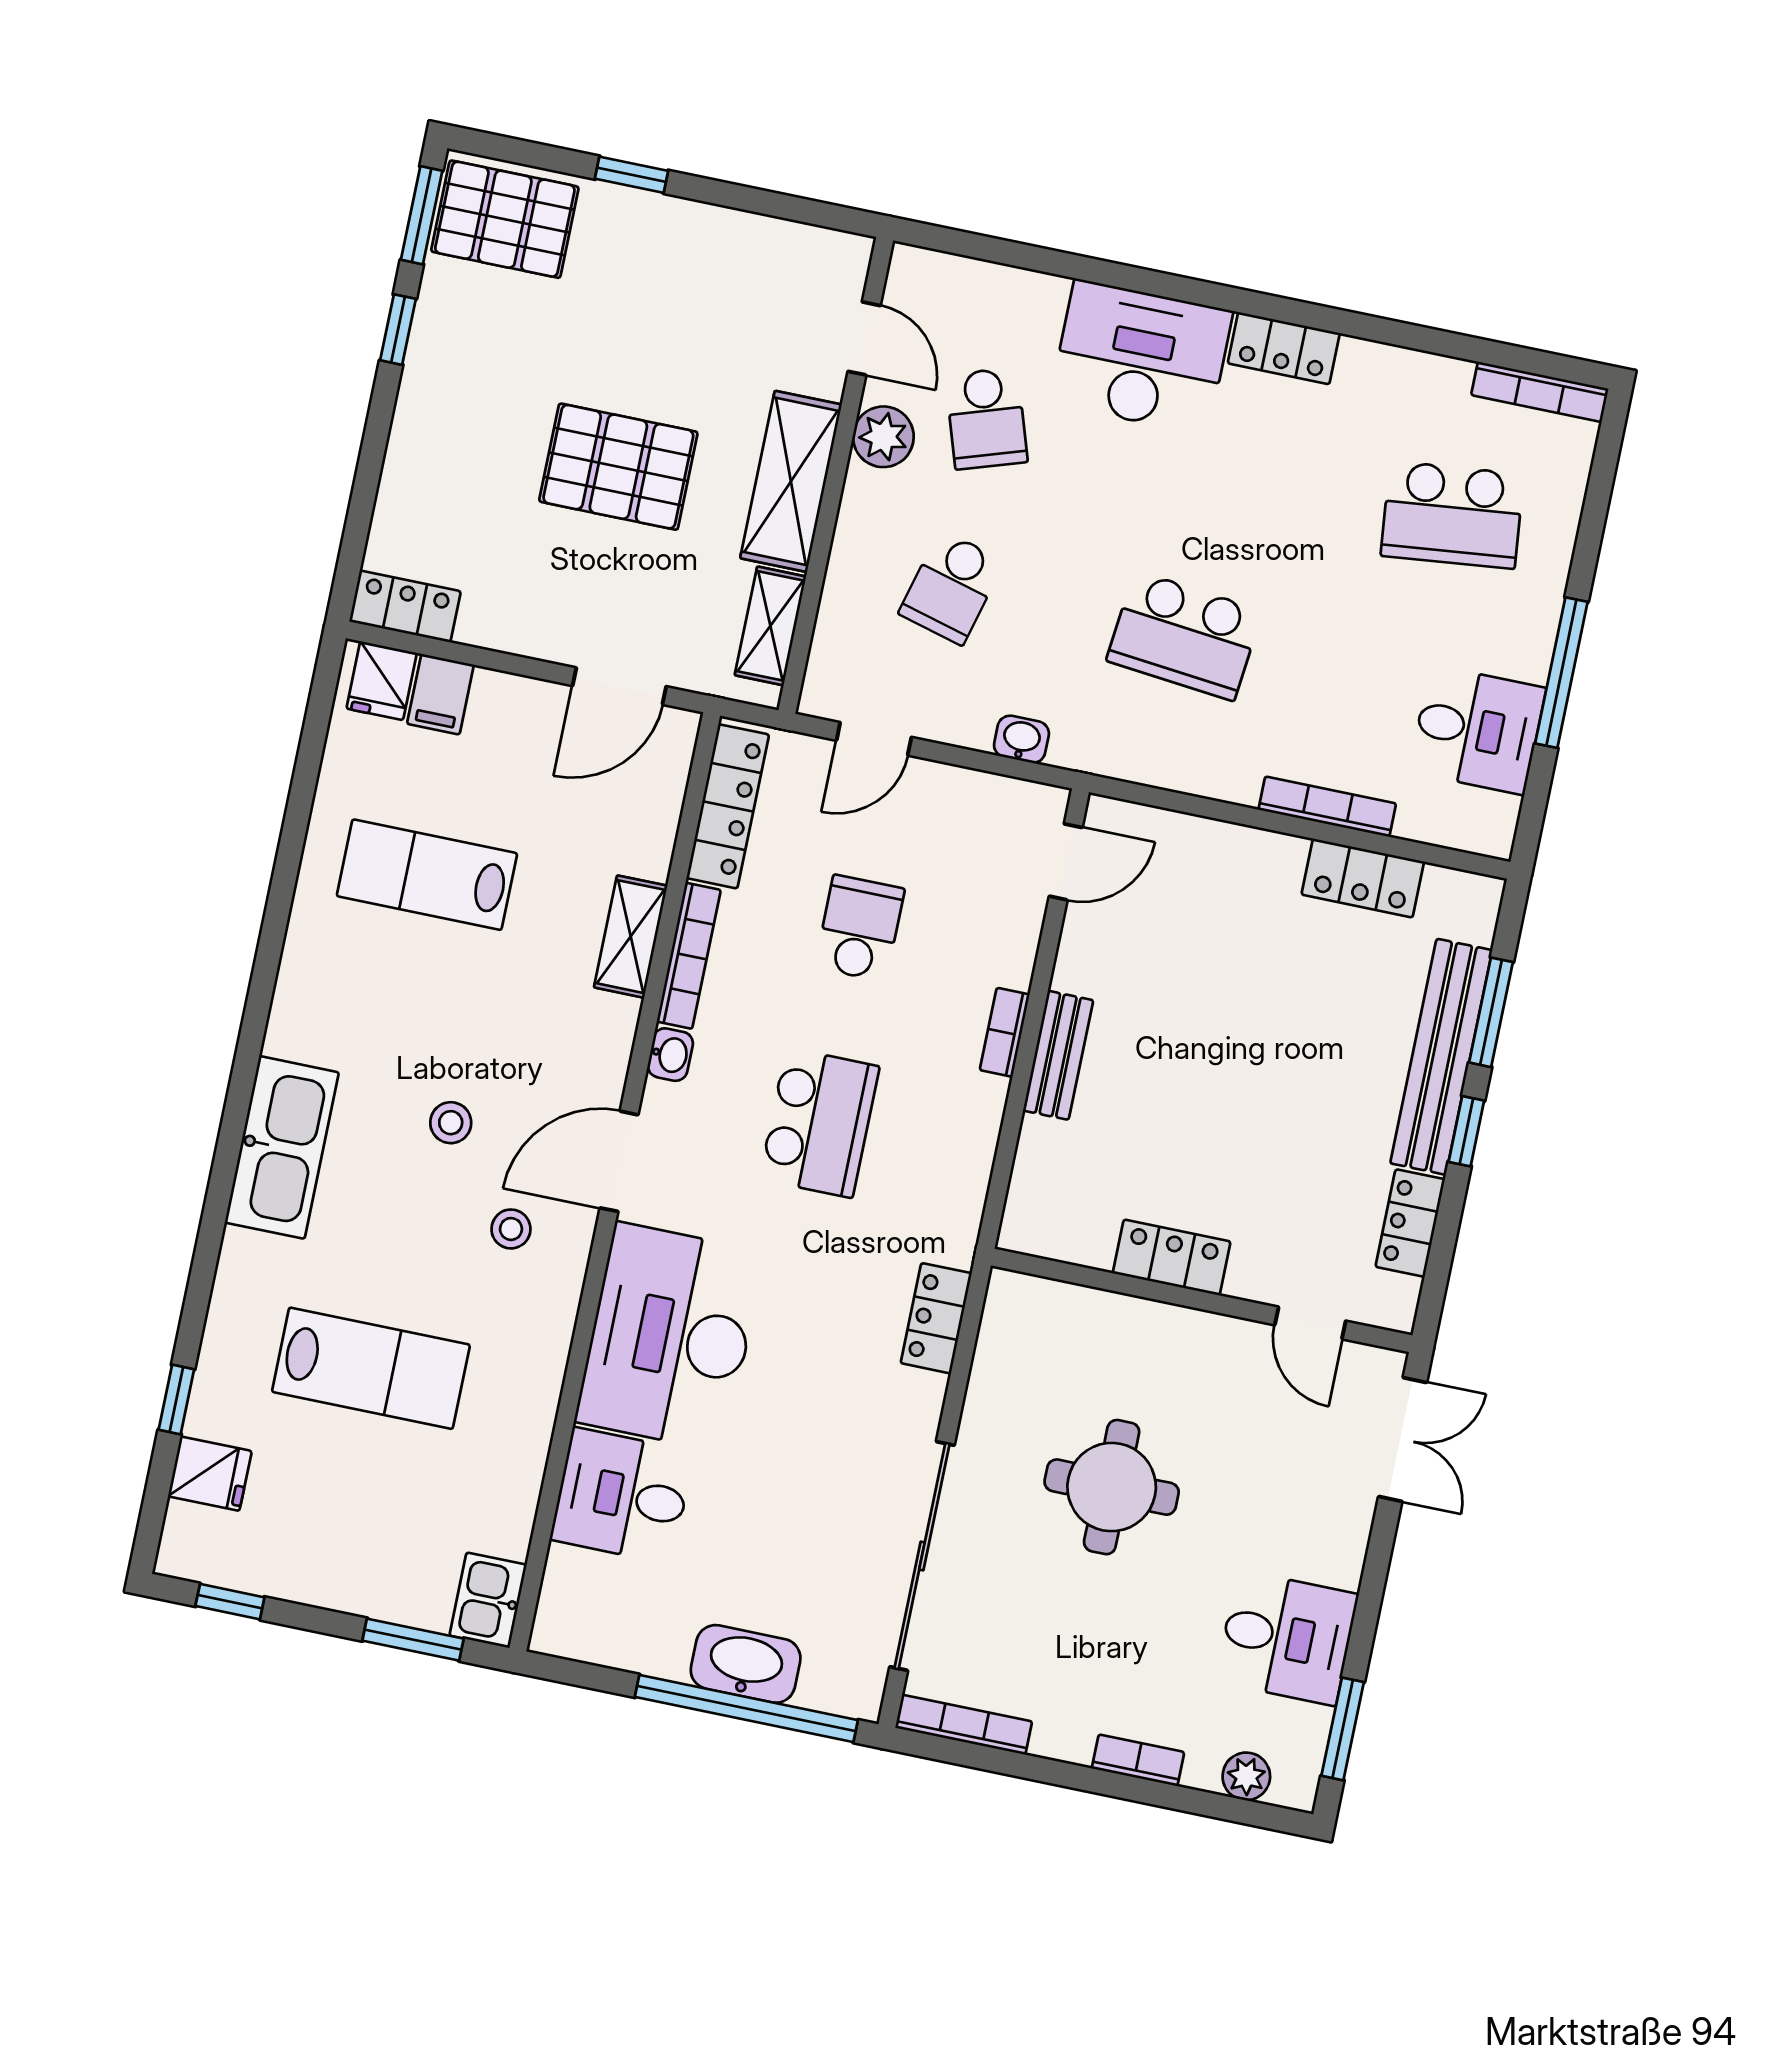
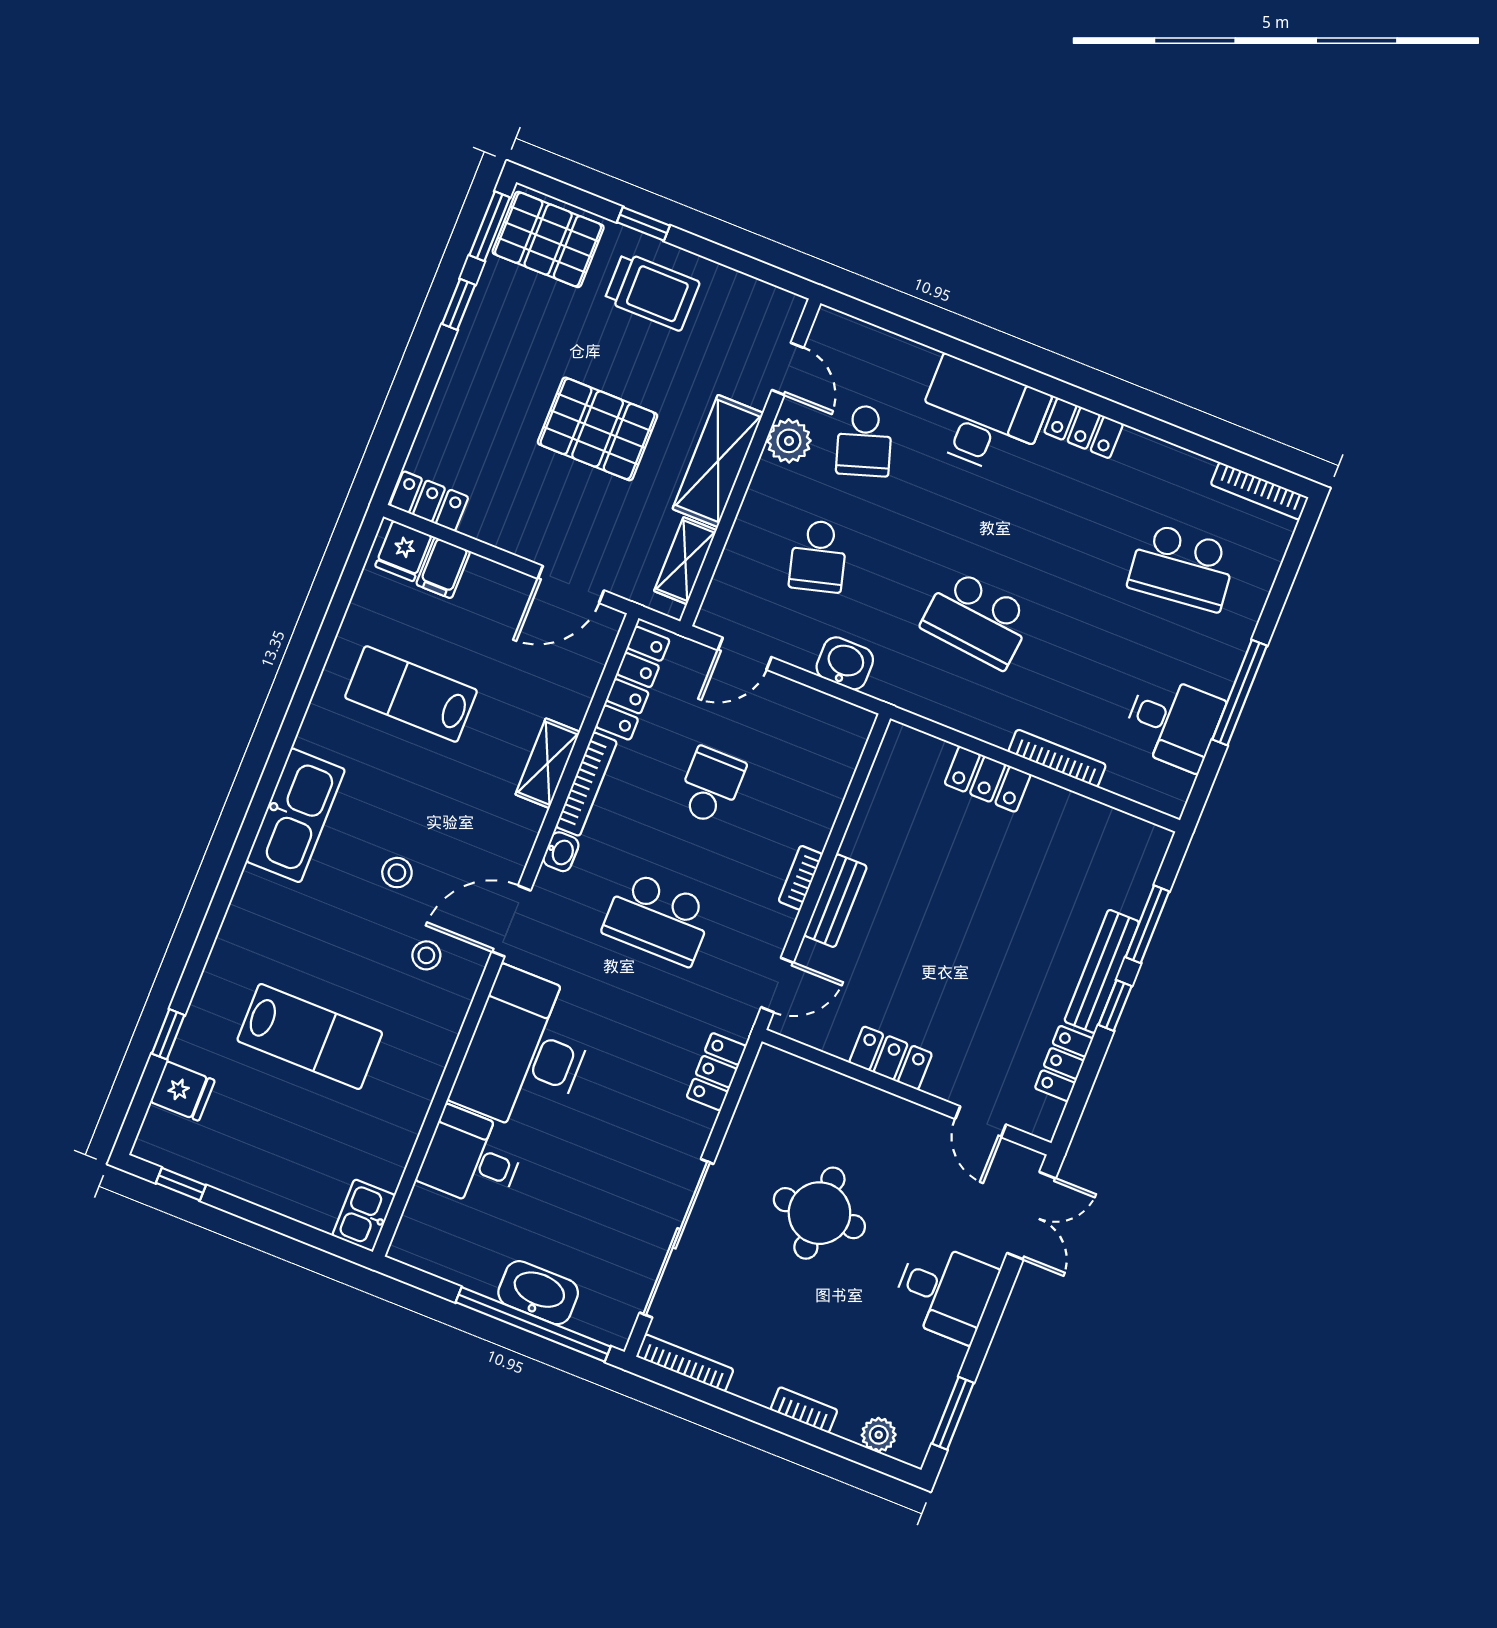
trolley: (660, 265) -> (652, 292), added
school desk: (951, 587) -> (818, 556), turned -30
washbasin: (1021, 739) -> (845, 663), width x1.38, depth x1.45
door: (1066, 862) -> (777, 985), moved
locker: (1363, 878) -> (988, 779), moved
bench: (1441, 1057) -> (1102, 971), width x0.73, depth x0.82
school desk: (819, 1123) -> (658, 919), turned 90
kitchen sink: (282, 1147) -> (296, 815), moved
desk: (1287, 1638) -> (945, 1292), moved
window: (413, 1640) -> (306, 1234), removed

